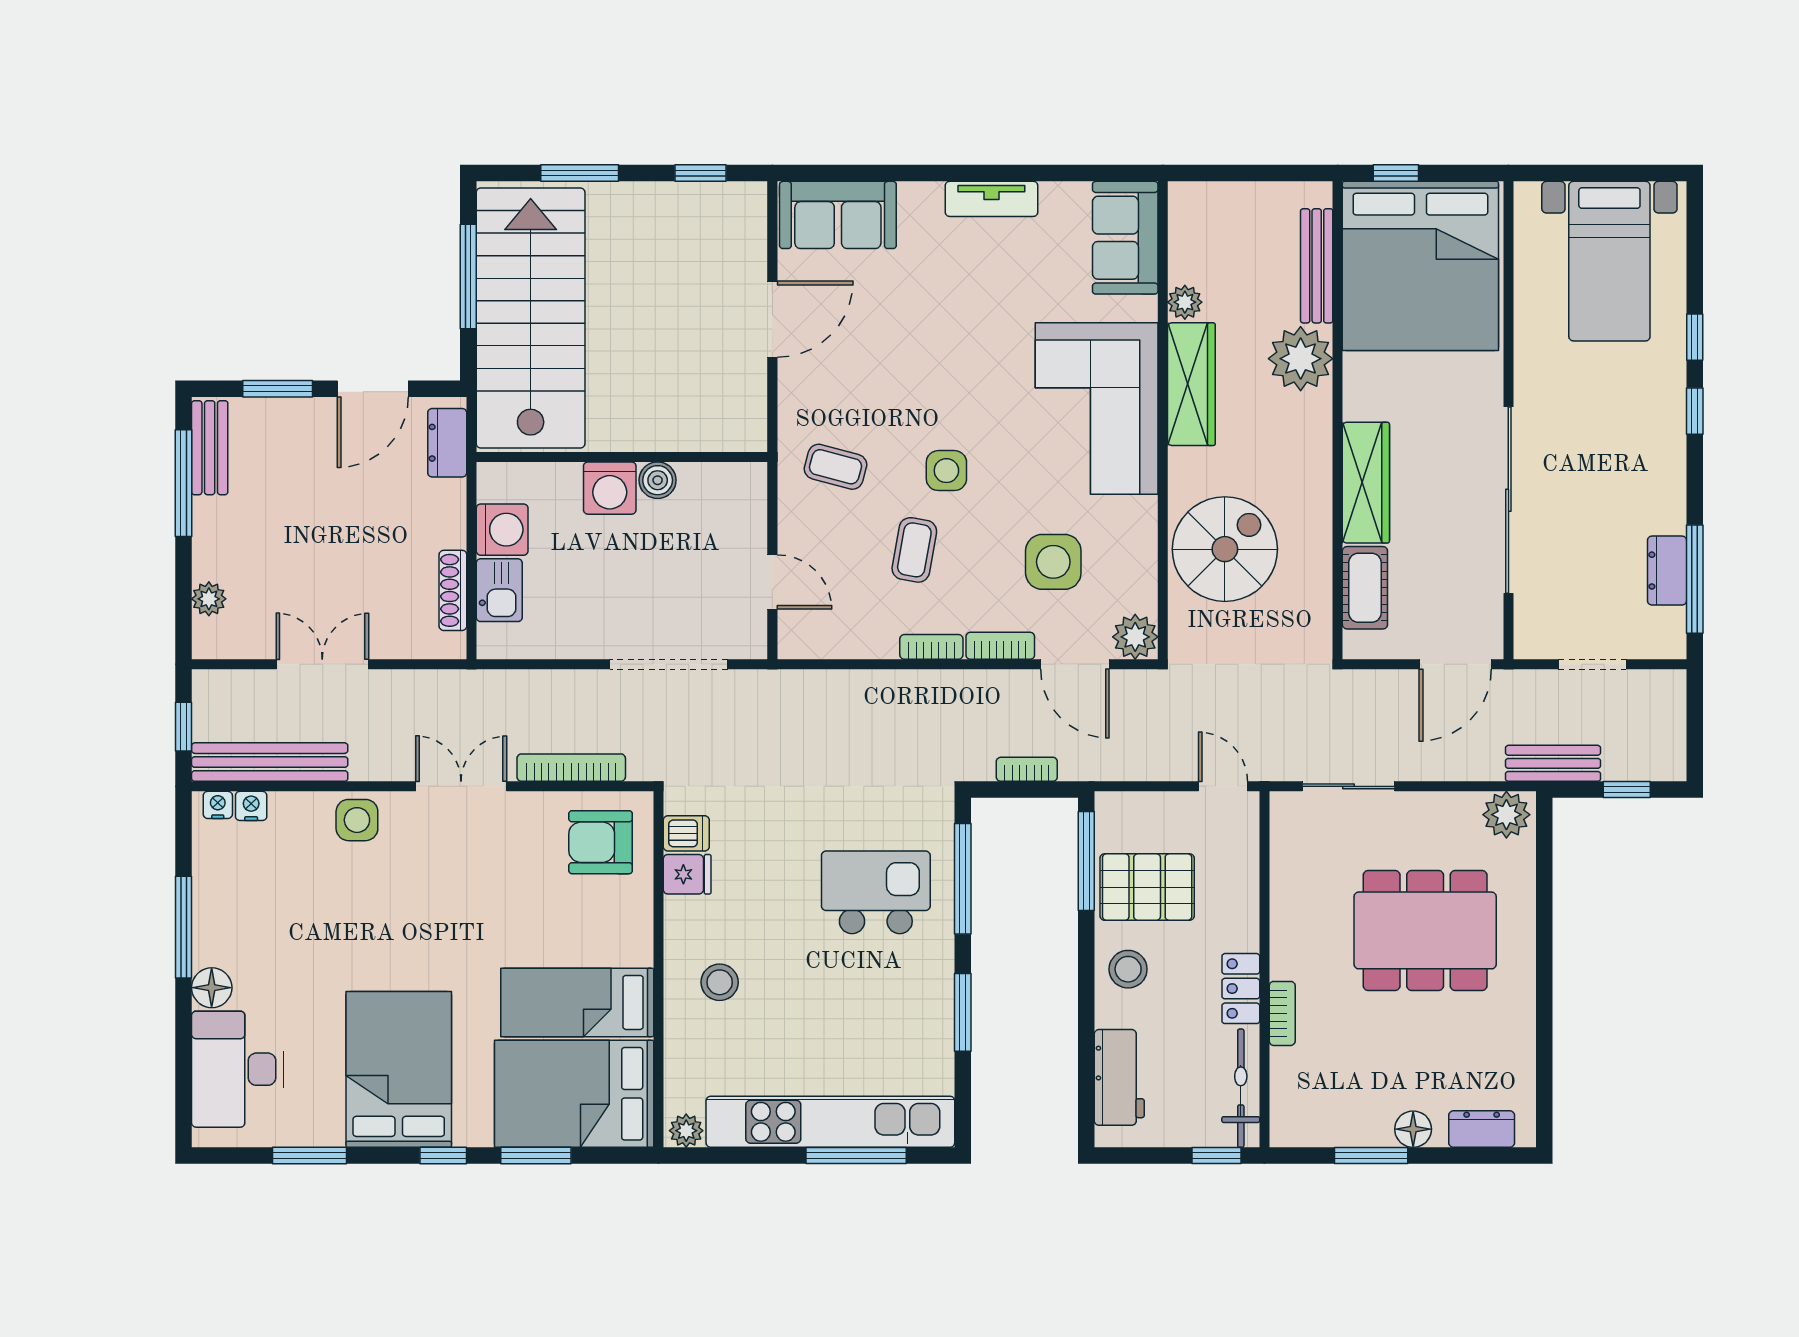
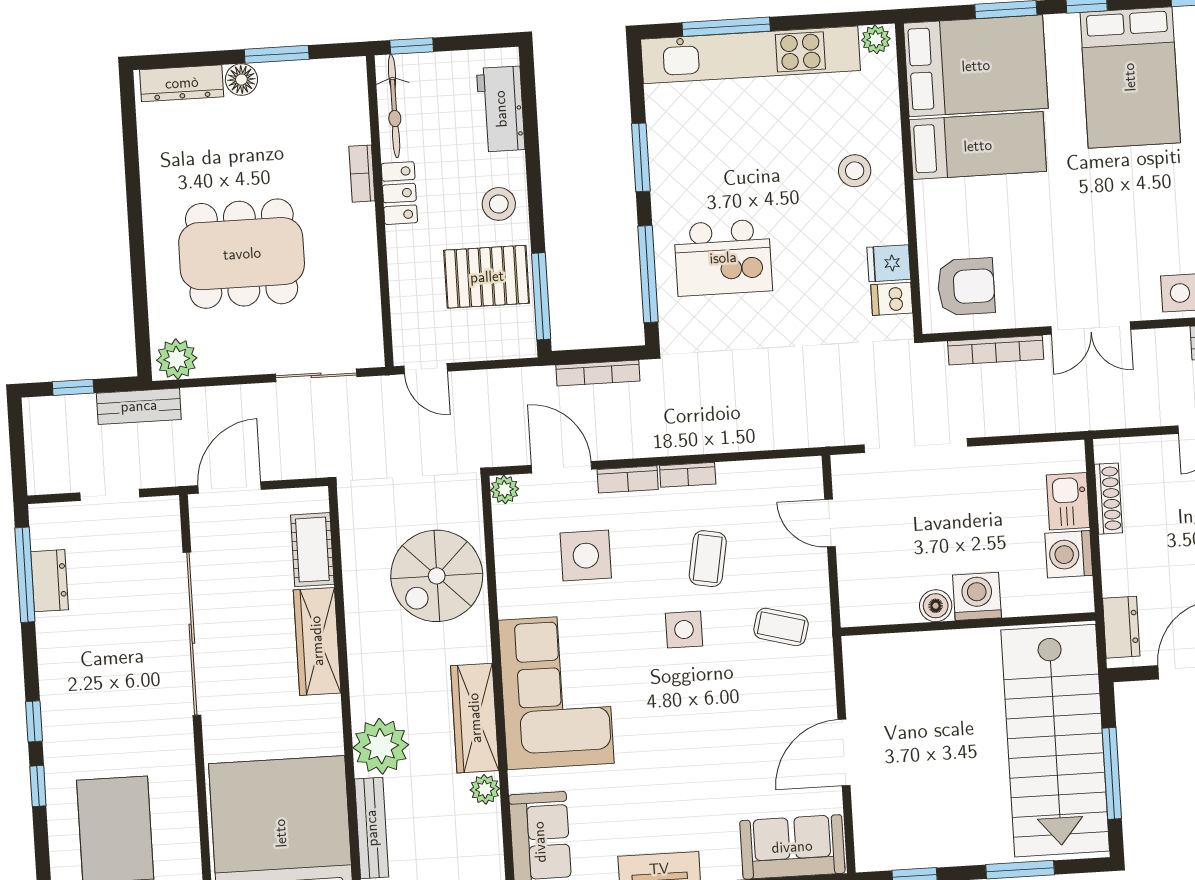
plant: (1135, 637) -> (505, 489), width x0.73, depth x0.73
bookcase: (1027, 769) -> (598, 373), width x1.56
dresser: (1482, 1129) -> (182, 83), width x1.44

